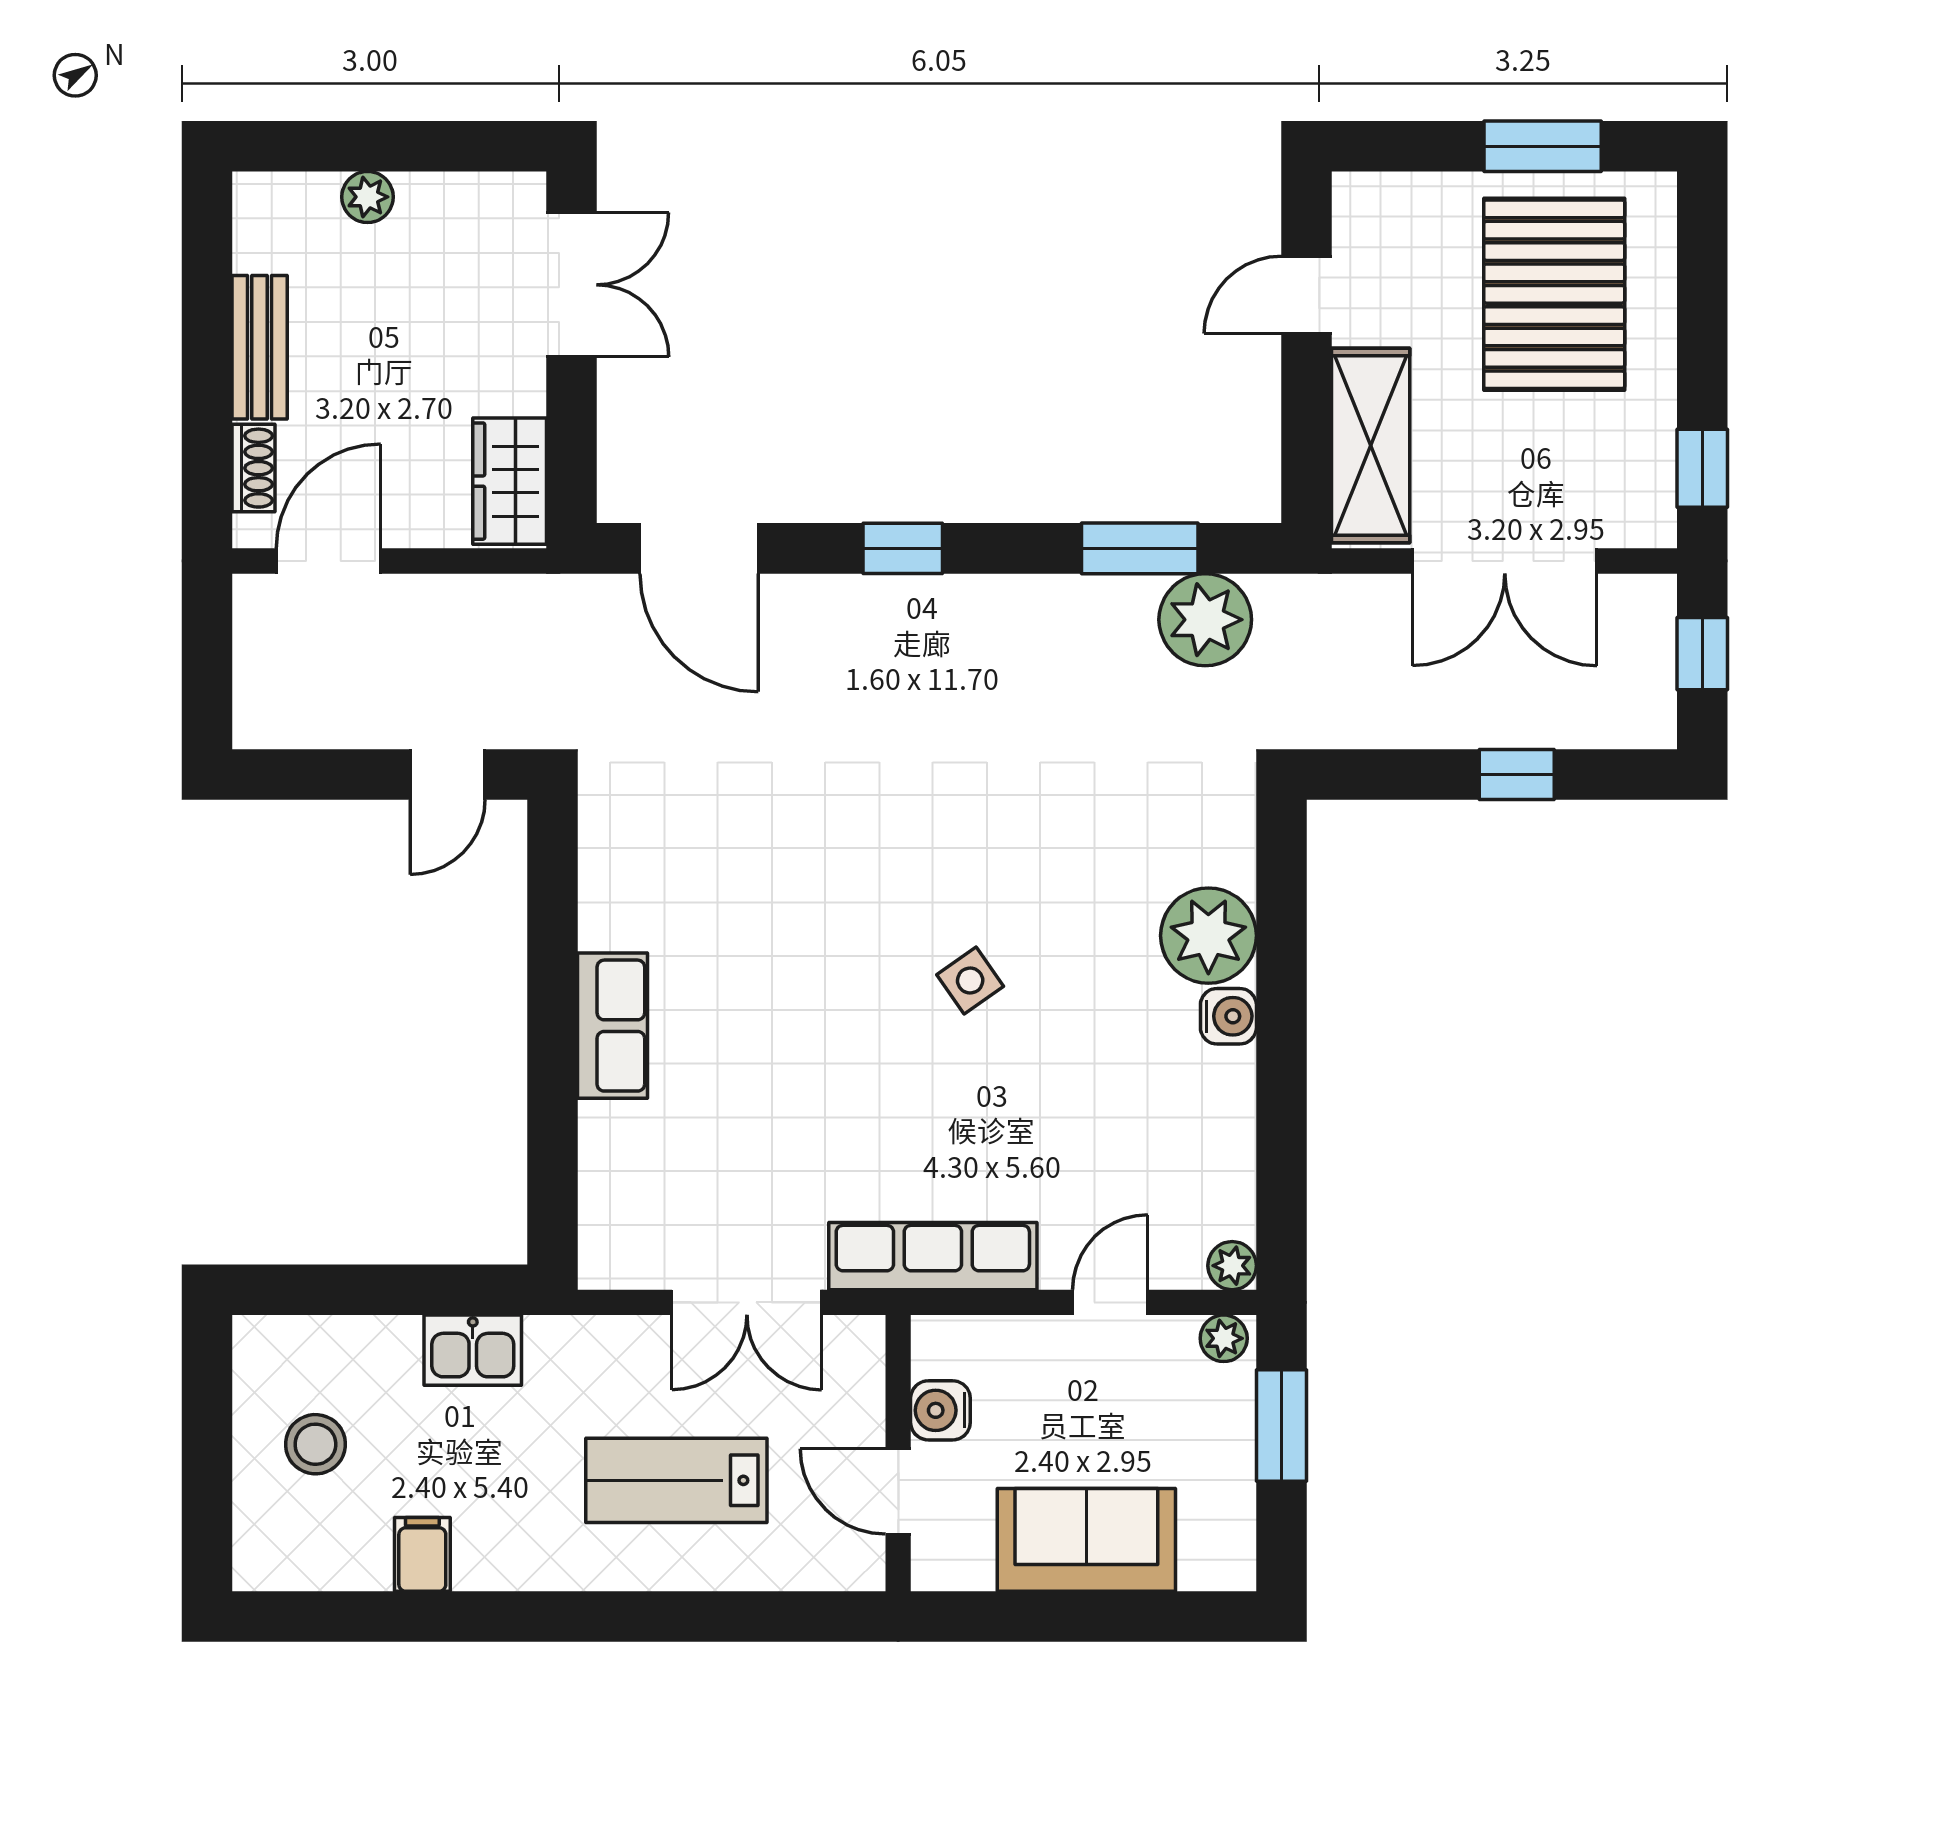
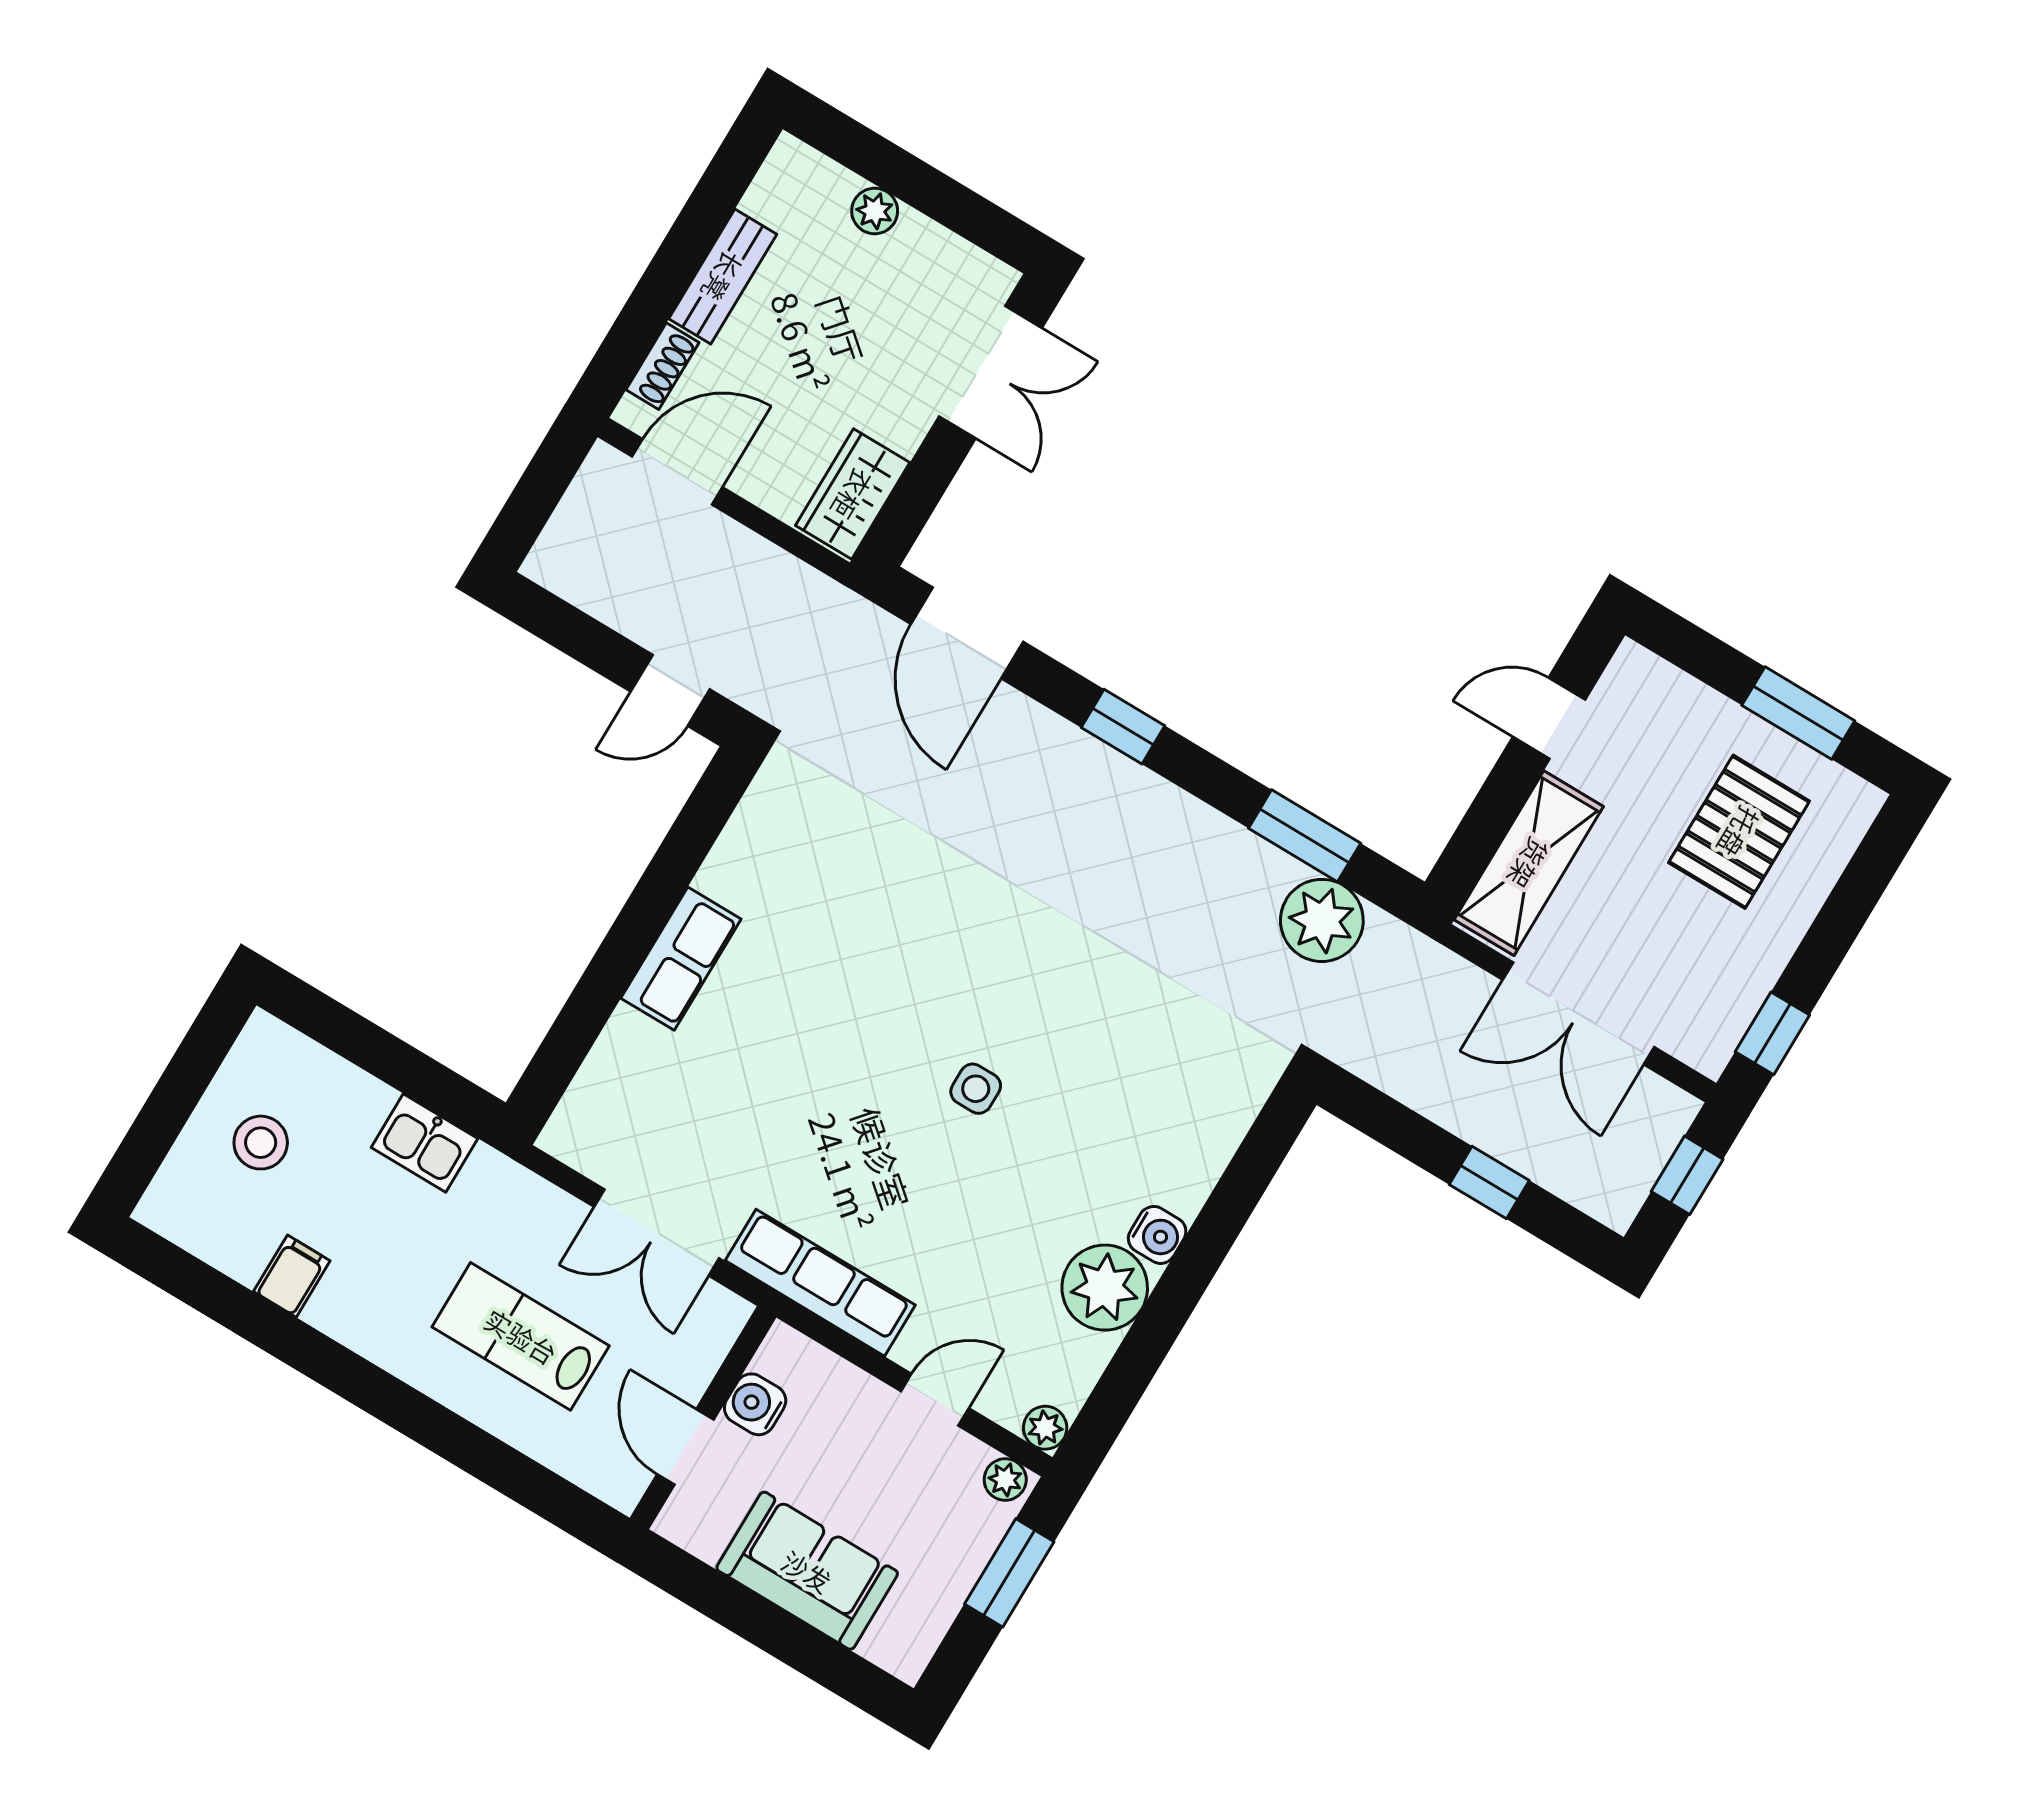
pallet: (1554, 294) -> (1739, 832), width x0.73, depth x0.71
plant: (1208, 936) -> (1105, 1288), moved
side table: (970, 981) -> (976, 1089), turned 35

